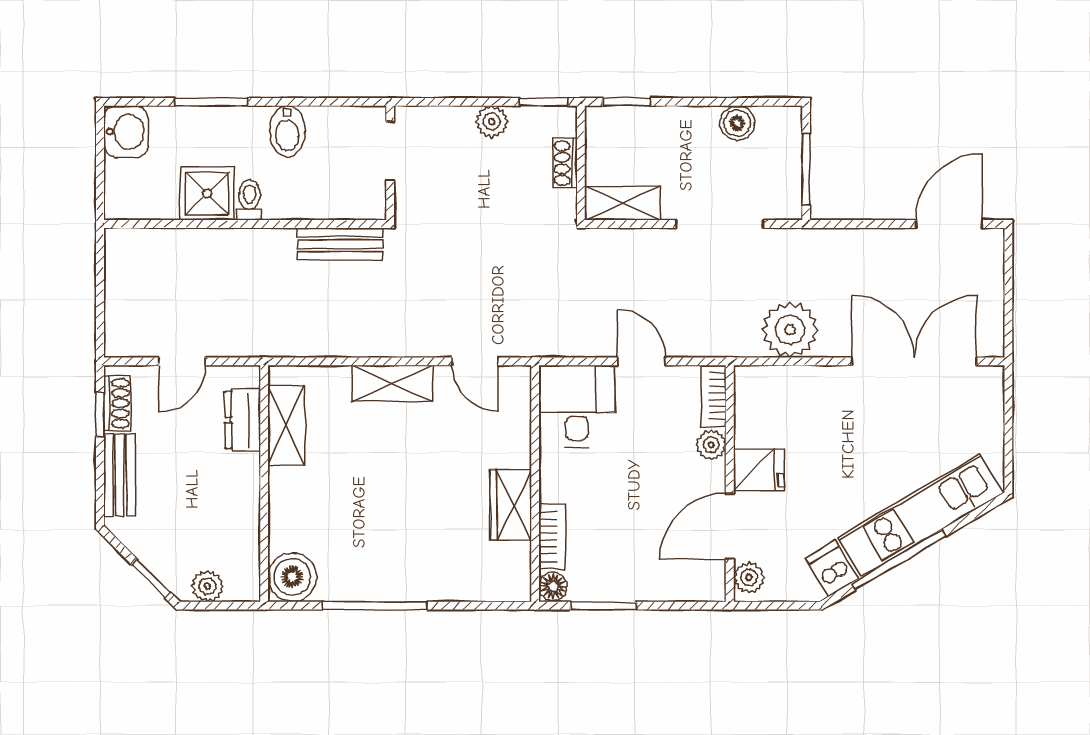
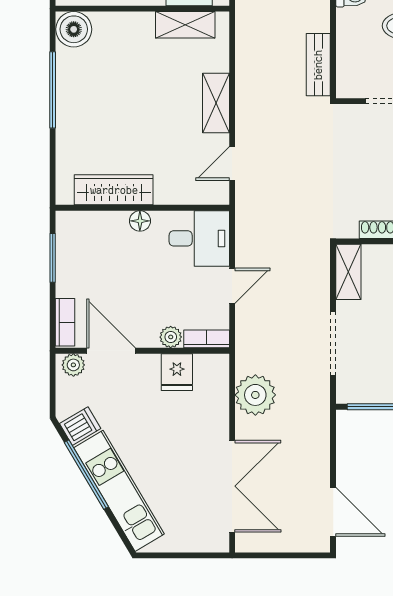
fridge: (759, 469) -> (177, 372), moved
wardrobe: (511, 505) -> (114, 190), width x1.50
bookcase: (552, 537) -> (65, 322), moved, turned -90
floor lamp: (553, 586) -> (140, 221), moved

